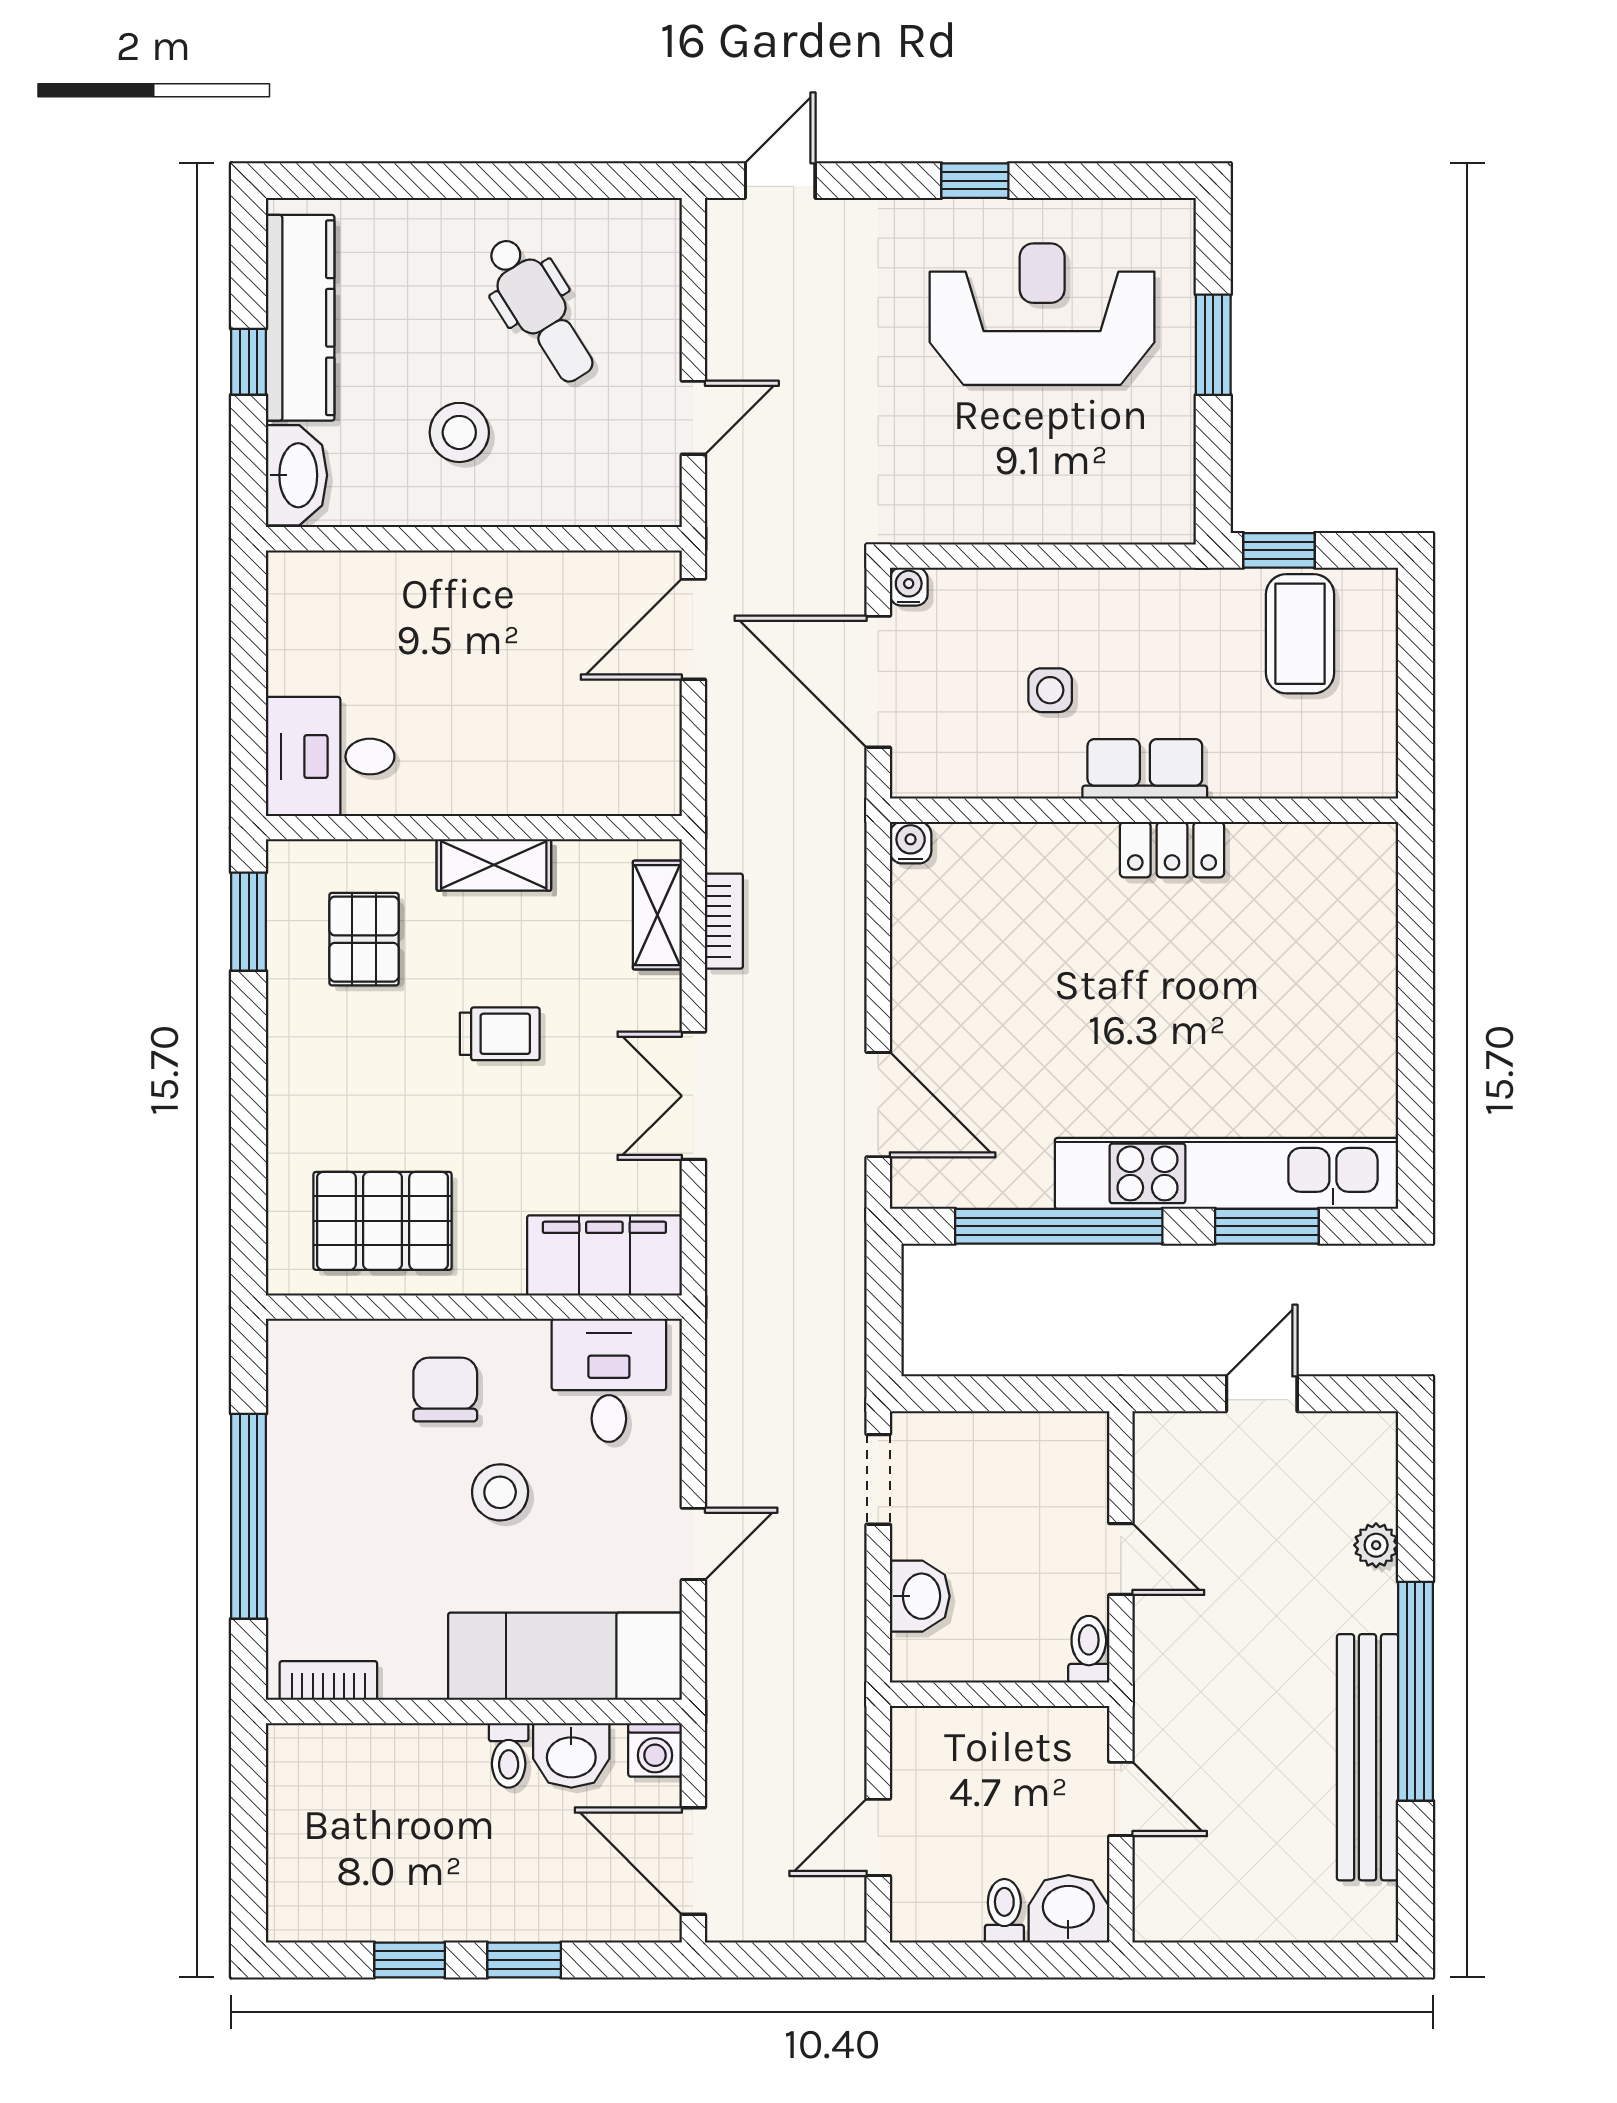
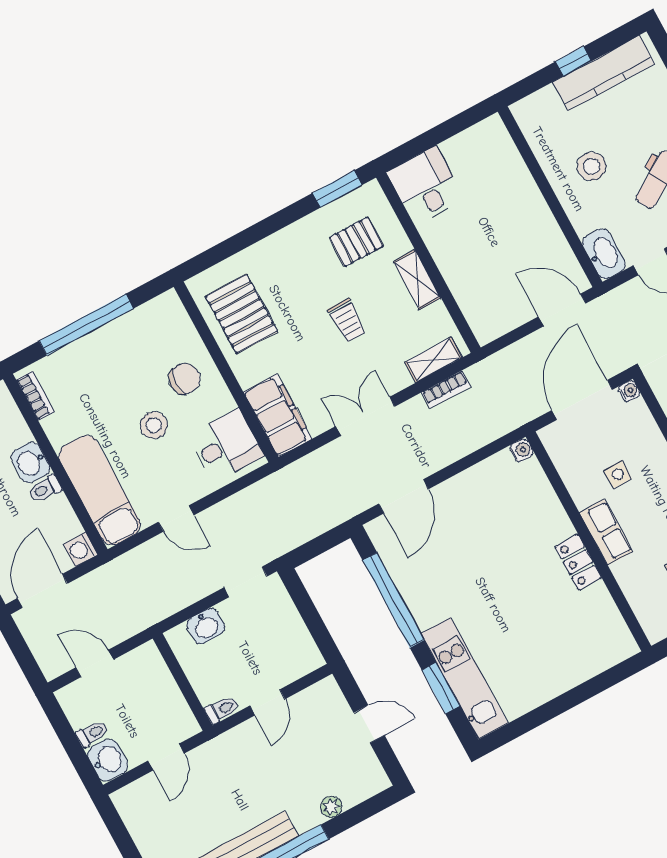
washbasin: (296, 475) -> (604, 254), moved, turned -90
kitchen unit: (1226, 1173) -> (464, 678), width x0.73
washbasin: (571, 1755) -> (31, 462), moved

